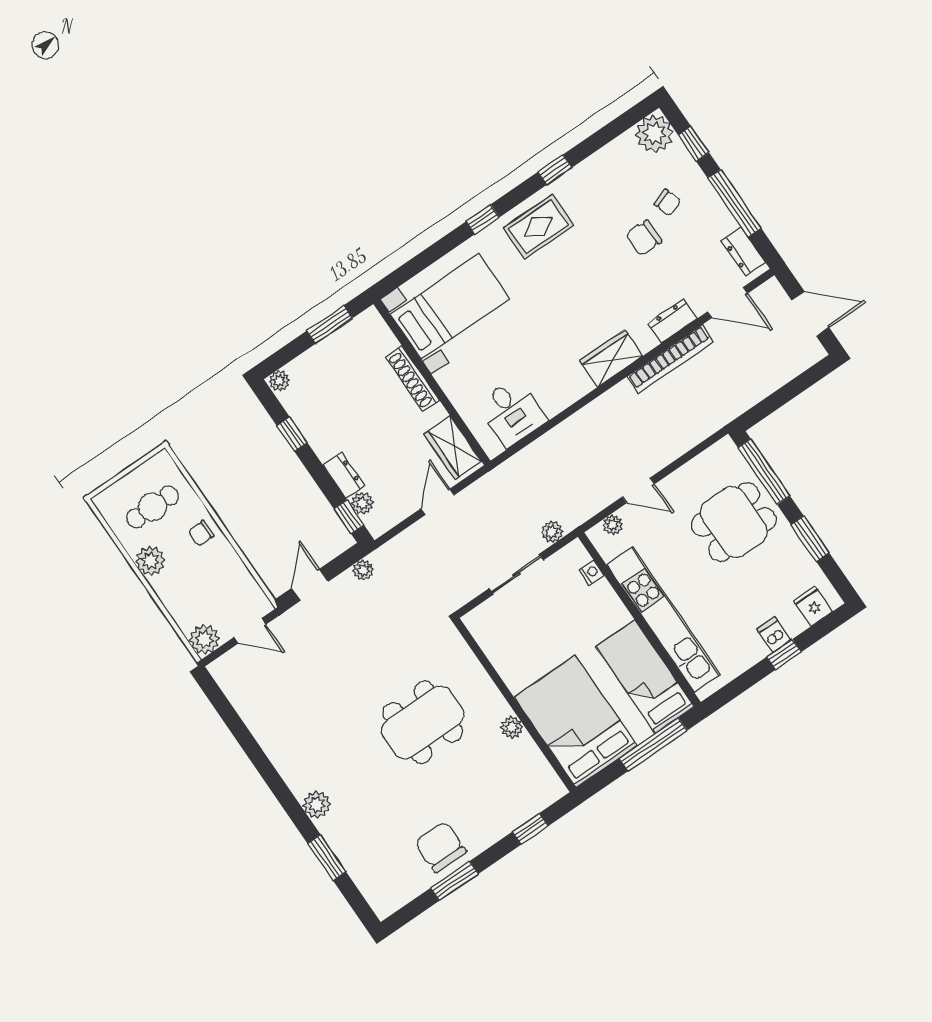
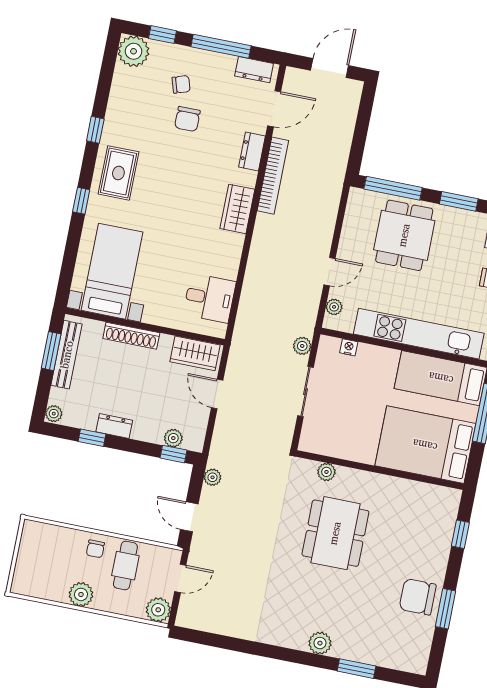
bench: (340, 341) -> (67, 355), added
dresser: (344, 475) -> (114, 426), moved
cafe table: (153, 507) -> (125, 566), moved
plant: (512, 727) -> (326, 472), moved

